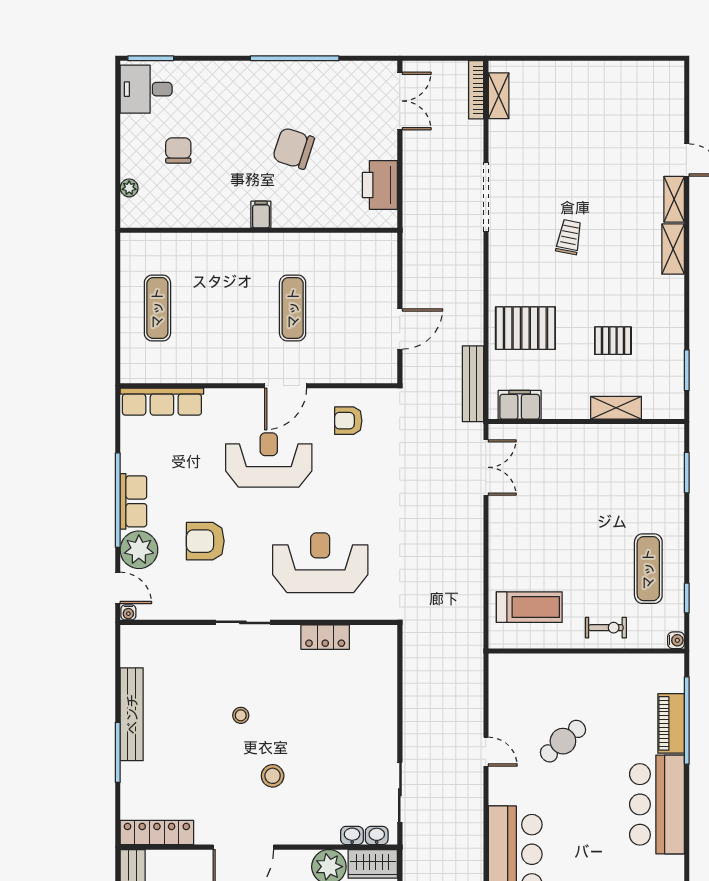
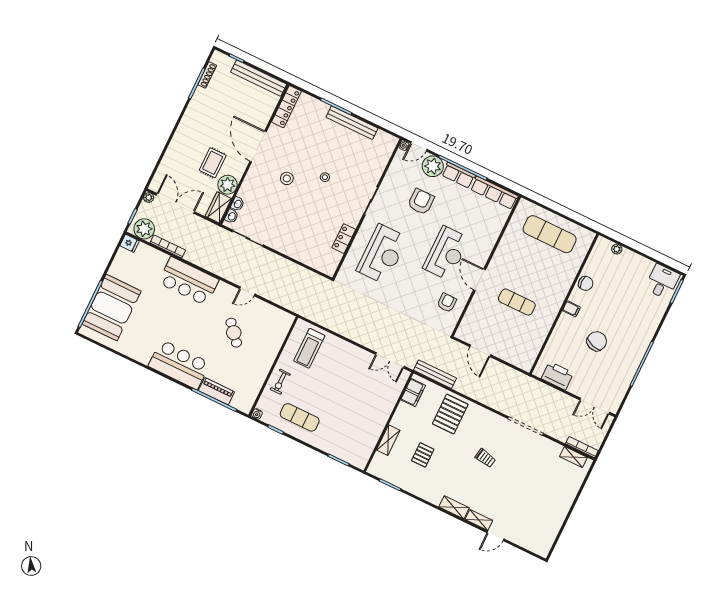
chair: (178, 150) -> (586, 283), moved
exercise mat: (157, 308) -> (550, 234), width x1.36, depth x1.45
row of seats: (162, 402) -> (494, 193), moved, turned -90

